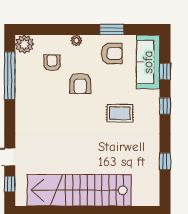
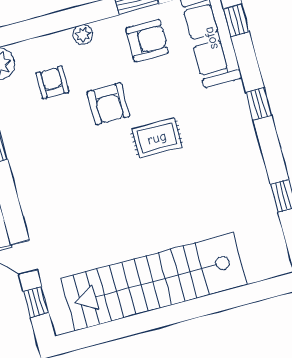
window: (165, 71) -> (236, 20), moved
rug: (120, 113) -> (157, 138), moved

